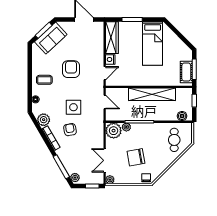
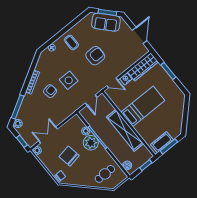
bed: (153, 44) -> (143, 106), moved, turned 180
plant: (44, 120) -> (42, 66), removed
plant: (114, 131) -> (91, 143), moved

